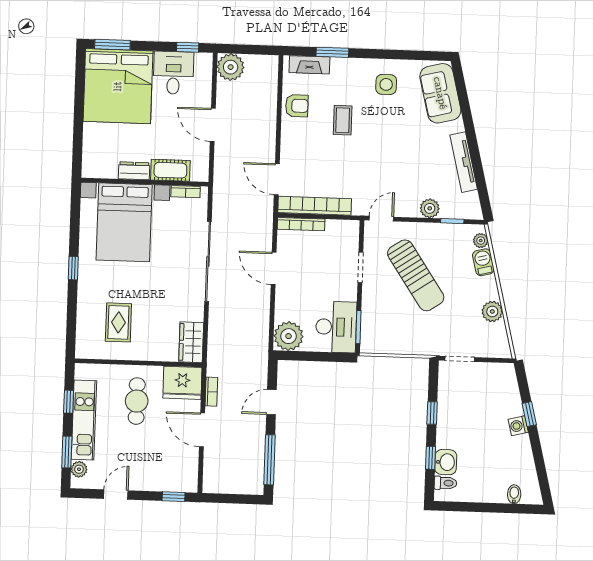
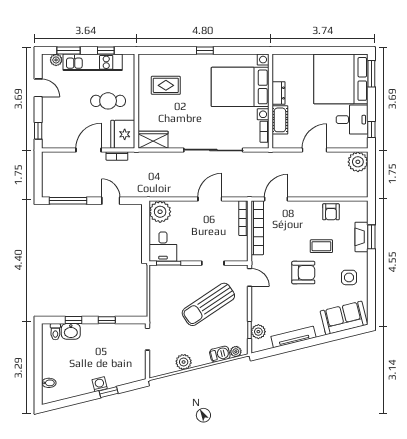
fireplace: (309, 65) -> (362, 237), moved
armchair: (377, 146) -> (303, 273), added
plant: (430, 208) -> (258, 332), moved
desk: (336, 327) -> (163, 247), width x0.73

